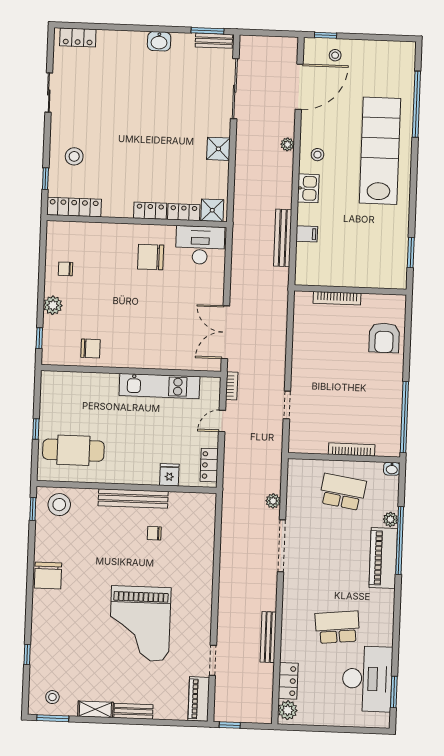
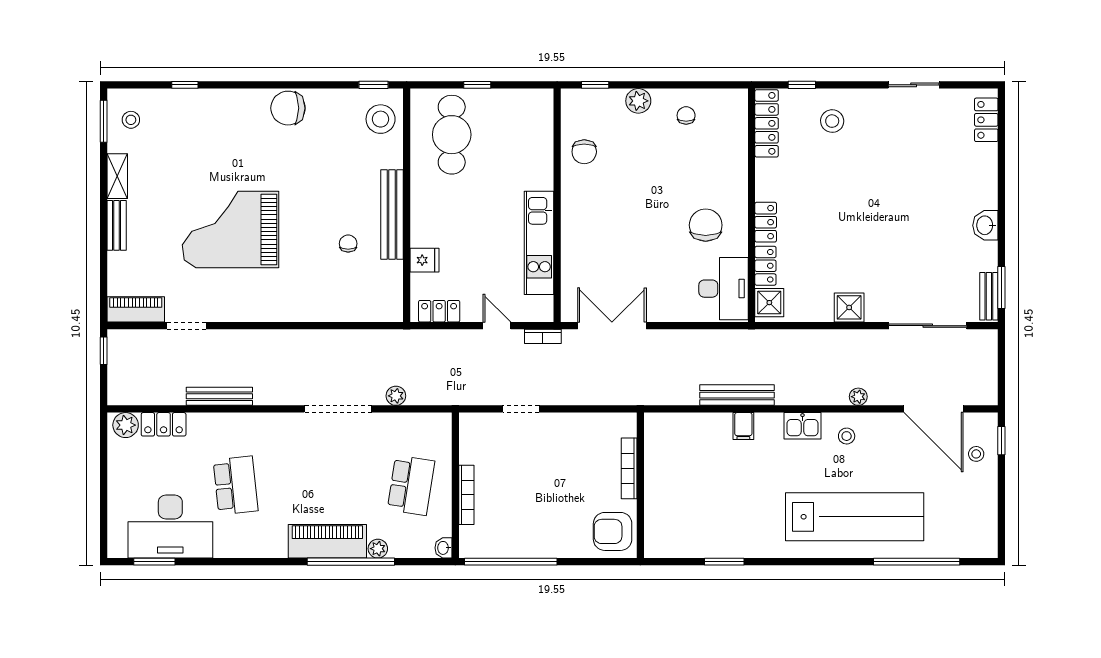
wall: (350, 290) -> (640, 485), moved
bookcase: (337, 298) -> (629, 468), moved

